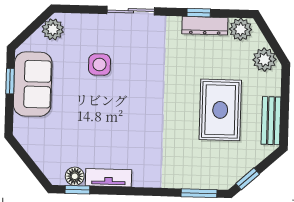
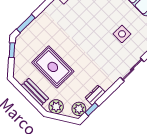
window: (199, 13) -> (92, 109), moved
dresser: (205, 26) -> (95, 95), width x0.70
bench: (271, 121) -> (35, 92), moved

